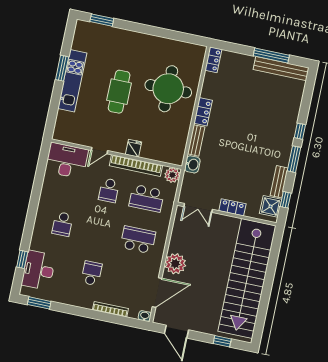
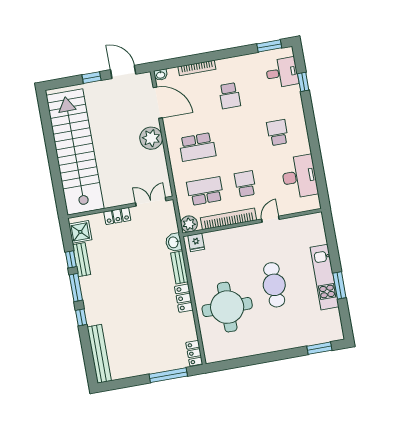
window: (271, 56) -> (168, 375), moved
bench: (281, 69) -> (99, 354), moved, turned 90
fridge: (133, 148) -> (196, 242), moved
desk: (67, 161) -> (299, 177), moved, turned -90
window: (286, 200) -> (71, 259), moved
desk: (39, 270) -> (282, 73), width x0.73
door: (157, 292) -> (158, 103), swing flipped
window: (222, 341) -> (91, 78), moved

